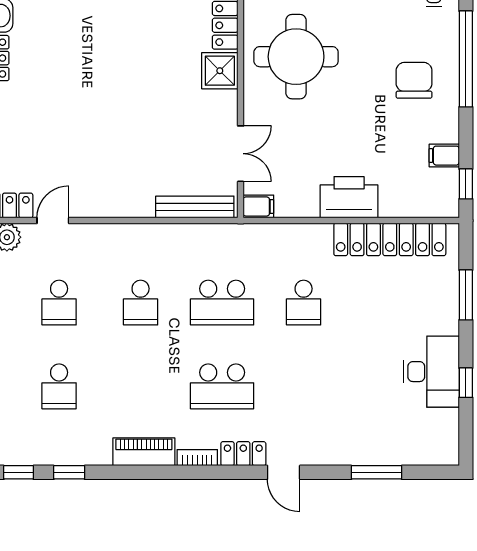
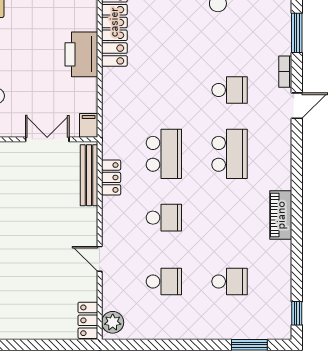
door: (53, 221) -> (100, 259), moved
school desk: (304, 303) -> (229, 90), moved
locker: (243, 454) -> (111, 177), moved, turned 180
bookcase: (197, 458) -> (285, 72), moved
window: (69, 472) -> (297, 274), removed

